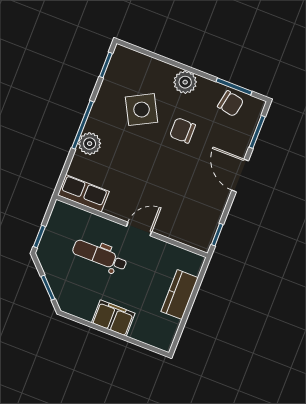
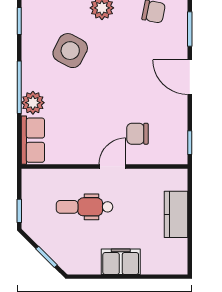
side table: (142, 110) -> (70, 51), turned -34
chair: (182, 130) -> (137, 134), moved
row of seats: (83, 193) -> (33, 140), moved, turned 90

